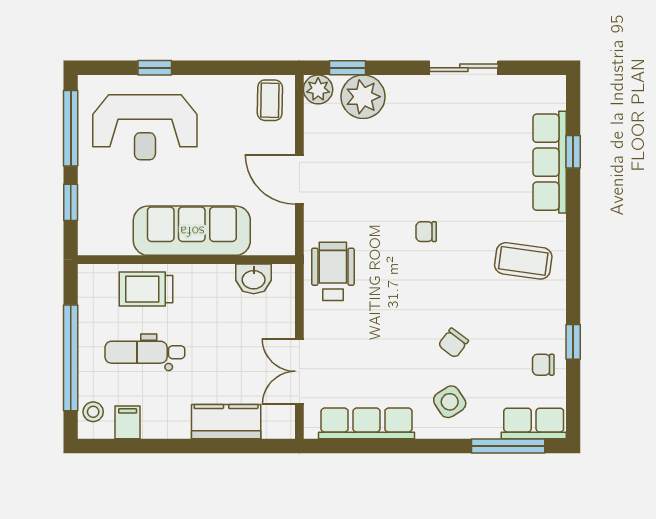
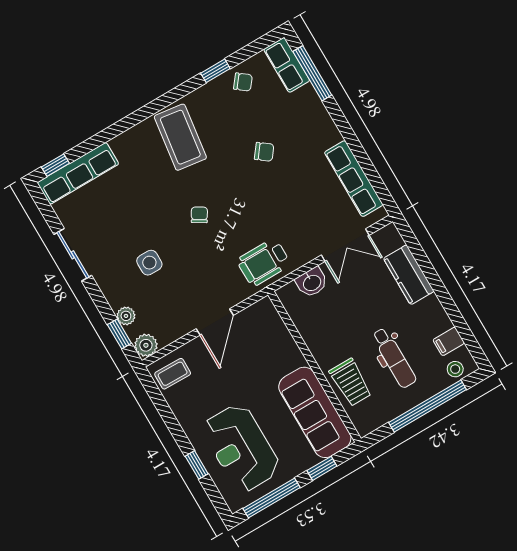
plant: (363, 97) -> (126, 316), width x0.53, depth x0.53
reception desk: (145, 127) -> (241, 448), turned 180
window: (573, 152) -> (55, 165), moved
row of seats: (550, 162) -> (78, 173), moved
sofa: (192, 231) -> (315, 412), moved
chair: (426, 232) -> (199, 215), turned -149
coffee table: (523, 261) -> (180, 137), width x1.36, depth x1.32
washbasin: (254, 279) -> (312, 282), moved, turned 90
chair: (543, 365) -> (243, 82), turned -52
side table: (450, 402) -> (149, 263), moved, turned 33

